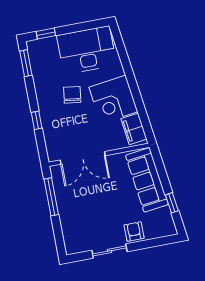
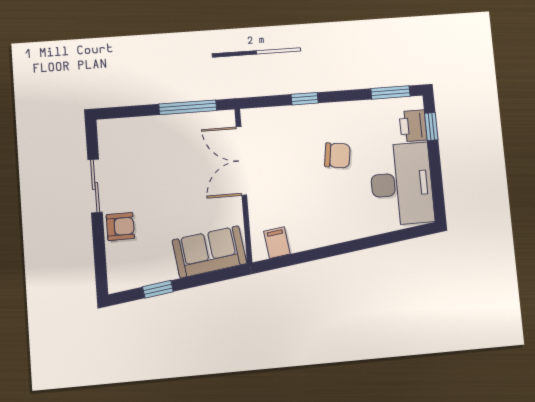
printer: (47, 46) -> (413, 126), added
corner desk: (113, 99) -> (324, 216), removed
filing cabinet: (134, 129) -> (277, 243), width x0.50
sofa: (147, 180) -> (209, 252), width x0.73

